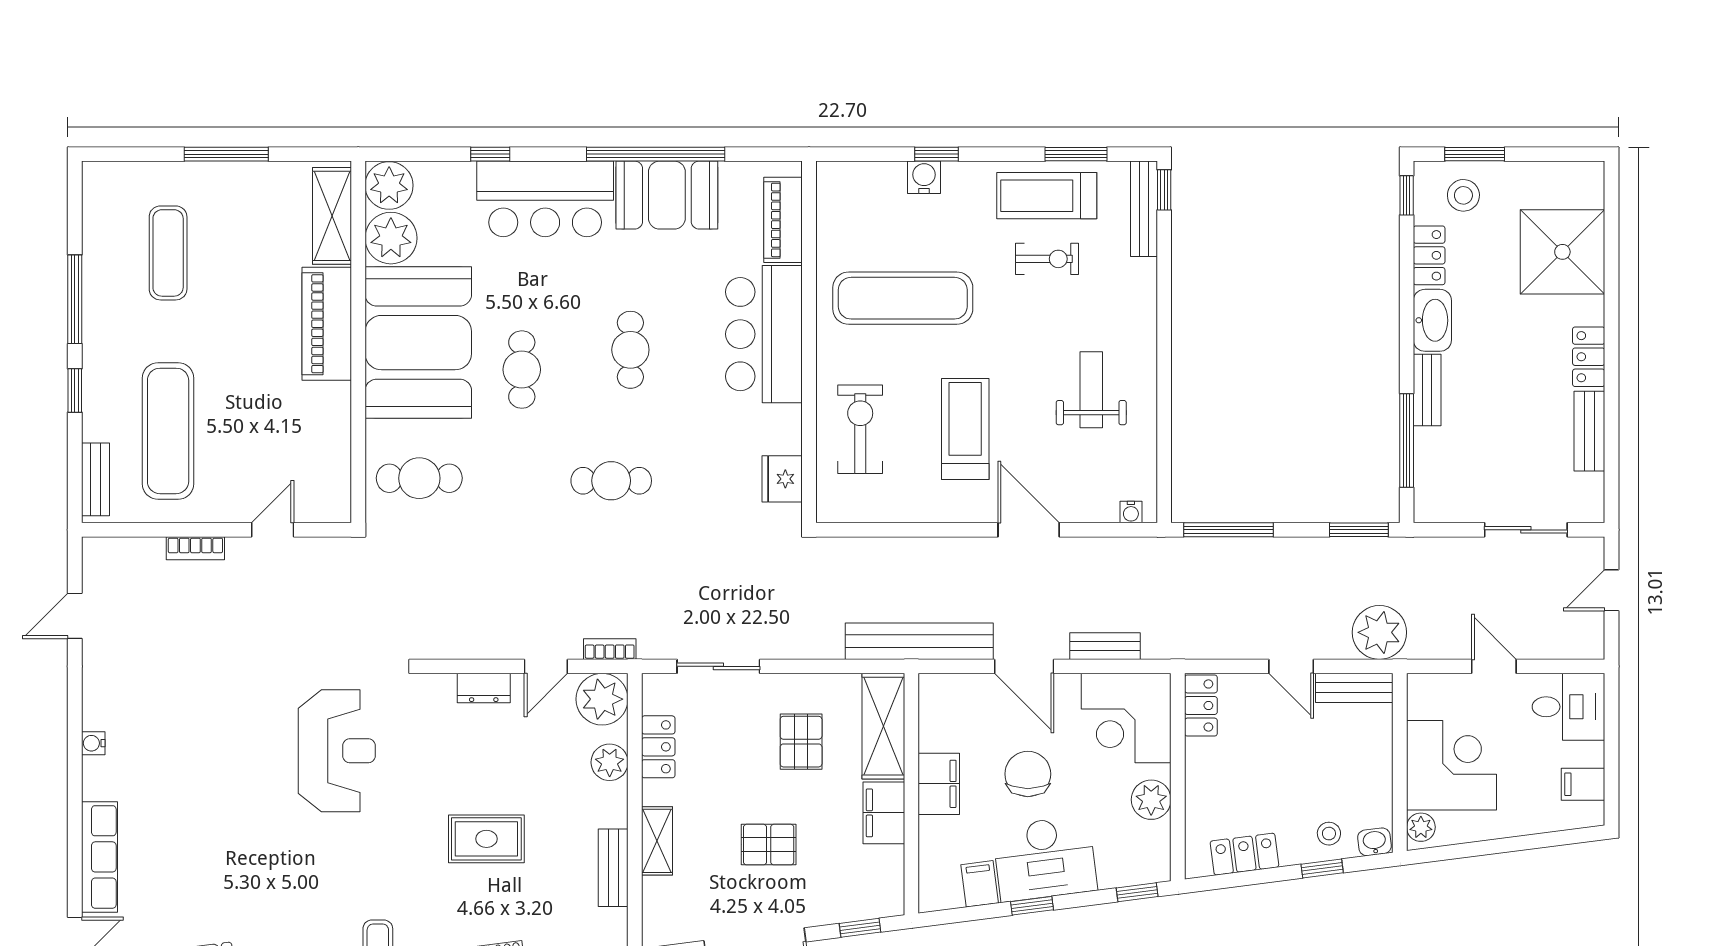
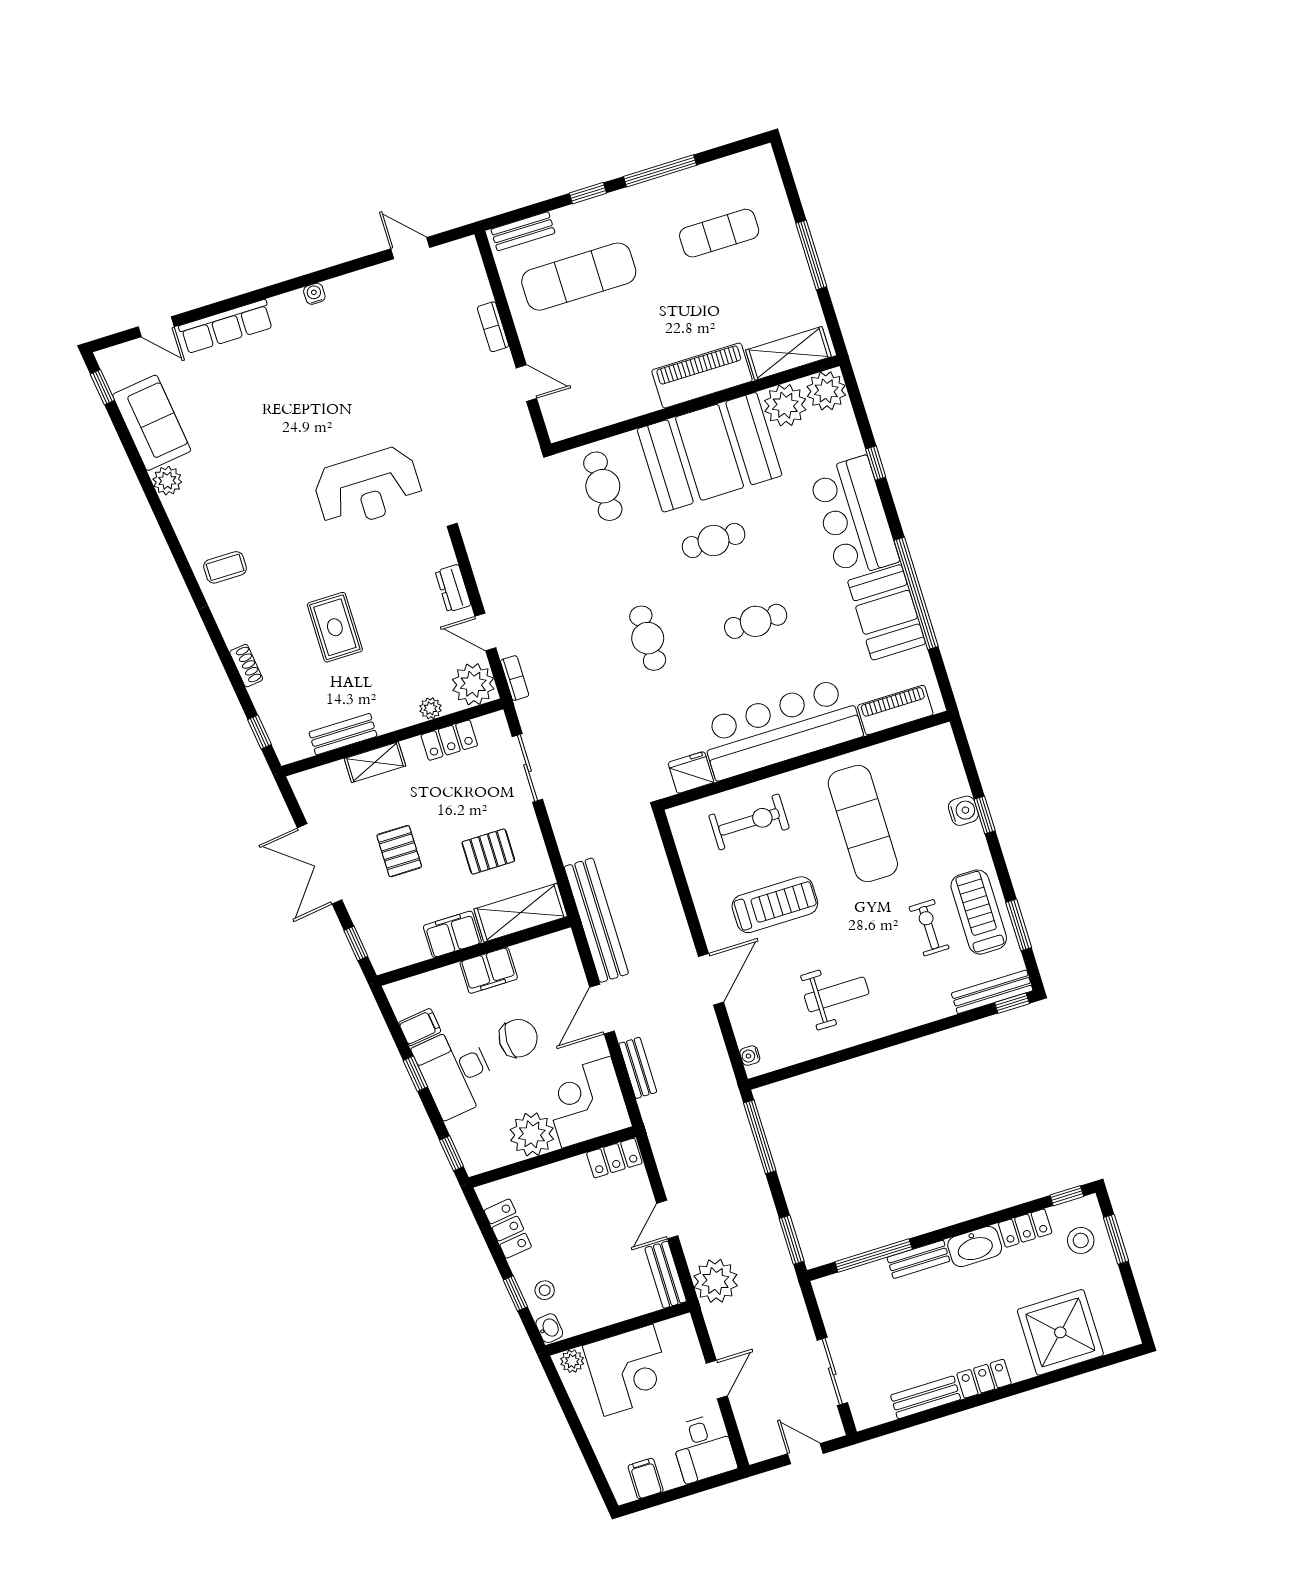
exercise bike: (1047, 259) -> (929, 928), turned 180
bar counter: (764, 334) -> (781, 729), width x1.36
plant: (610, 762) -> (430, 708), width x0.73, depth x0.73
plant: (1151, 800) -> (532, 1134), width x1.36, depth x1.36

